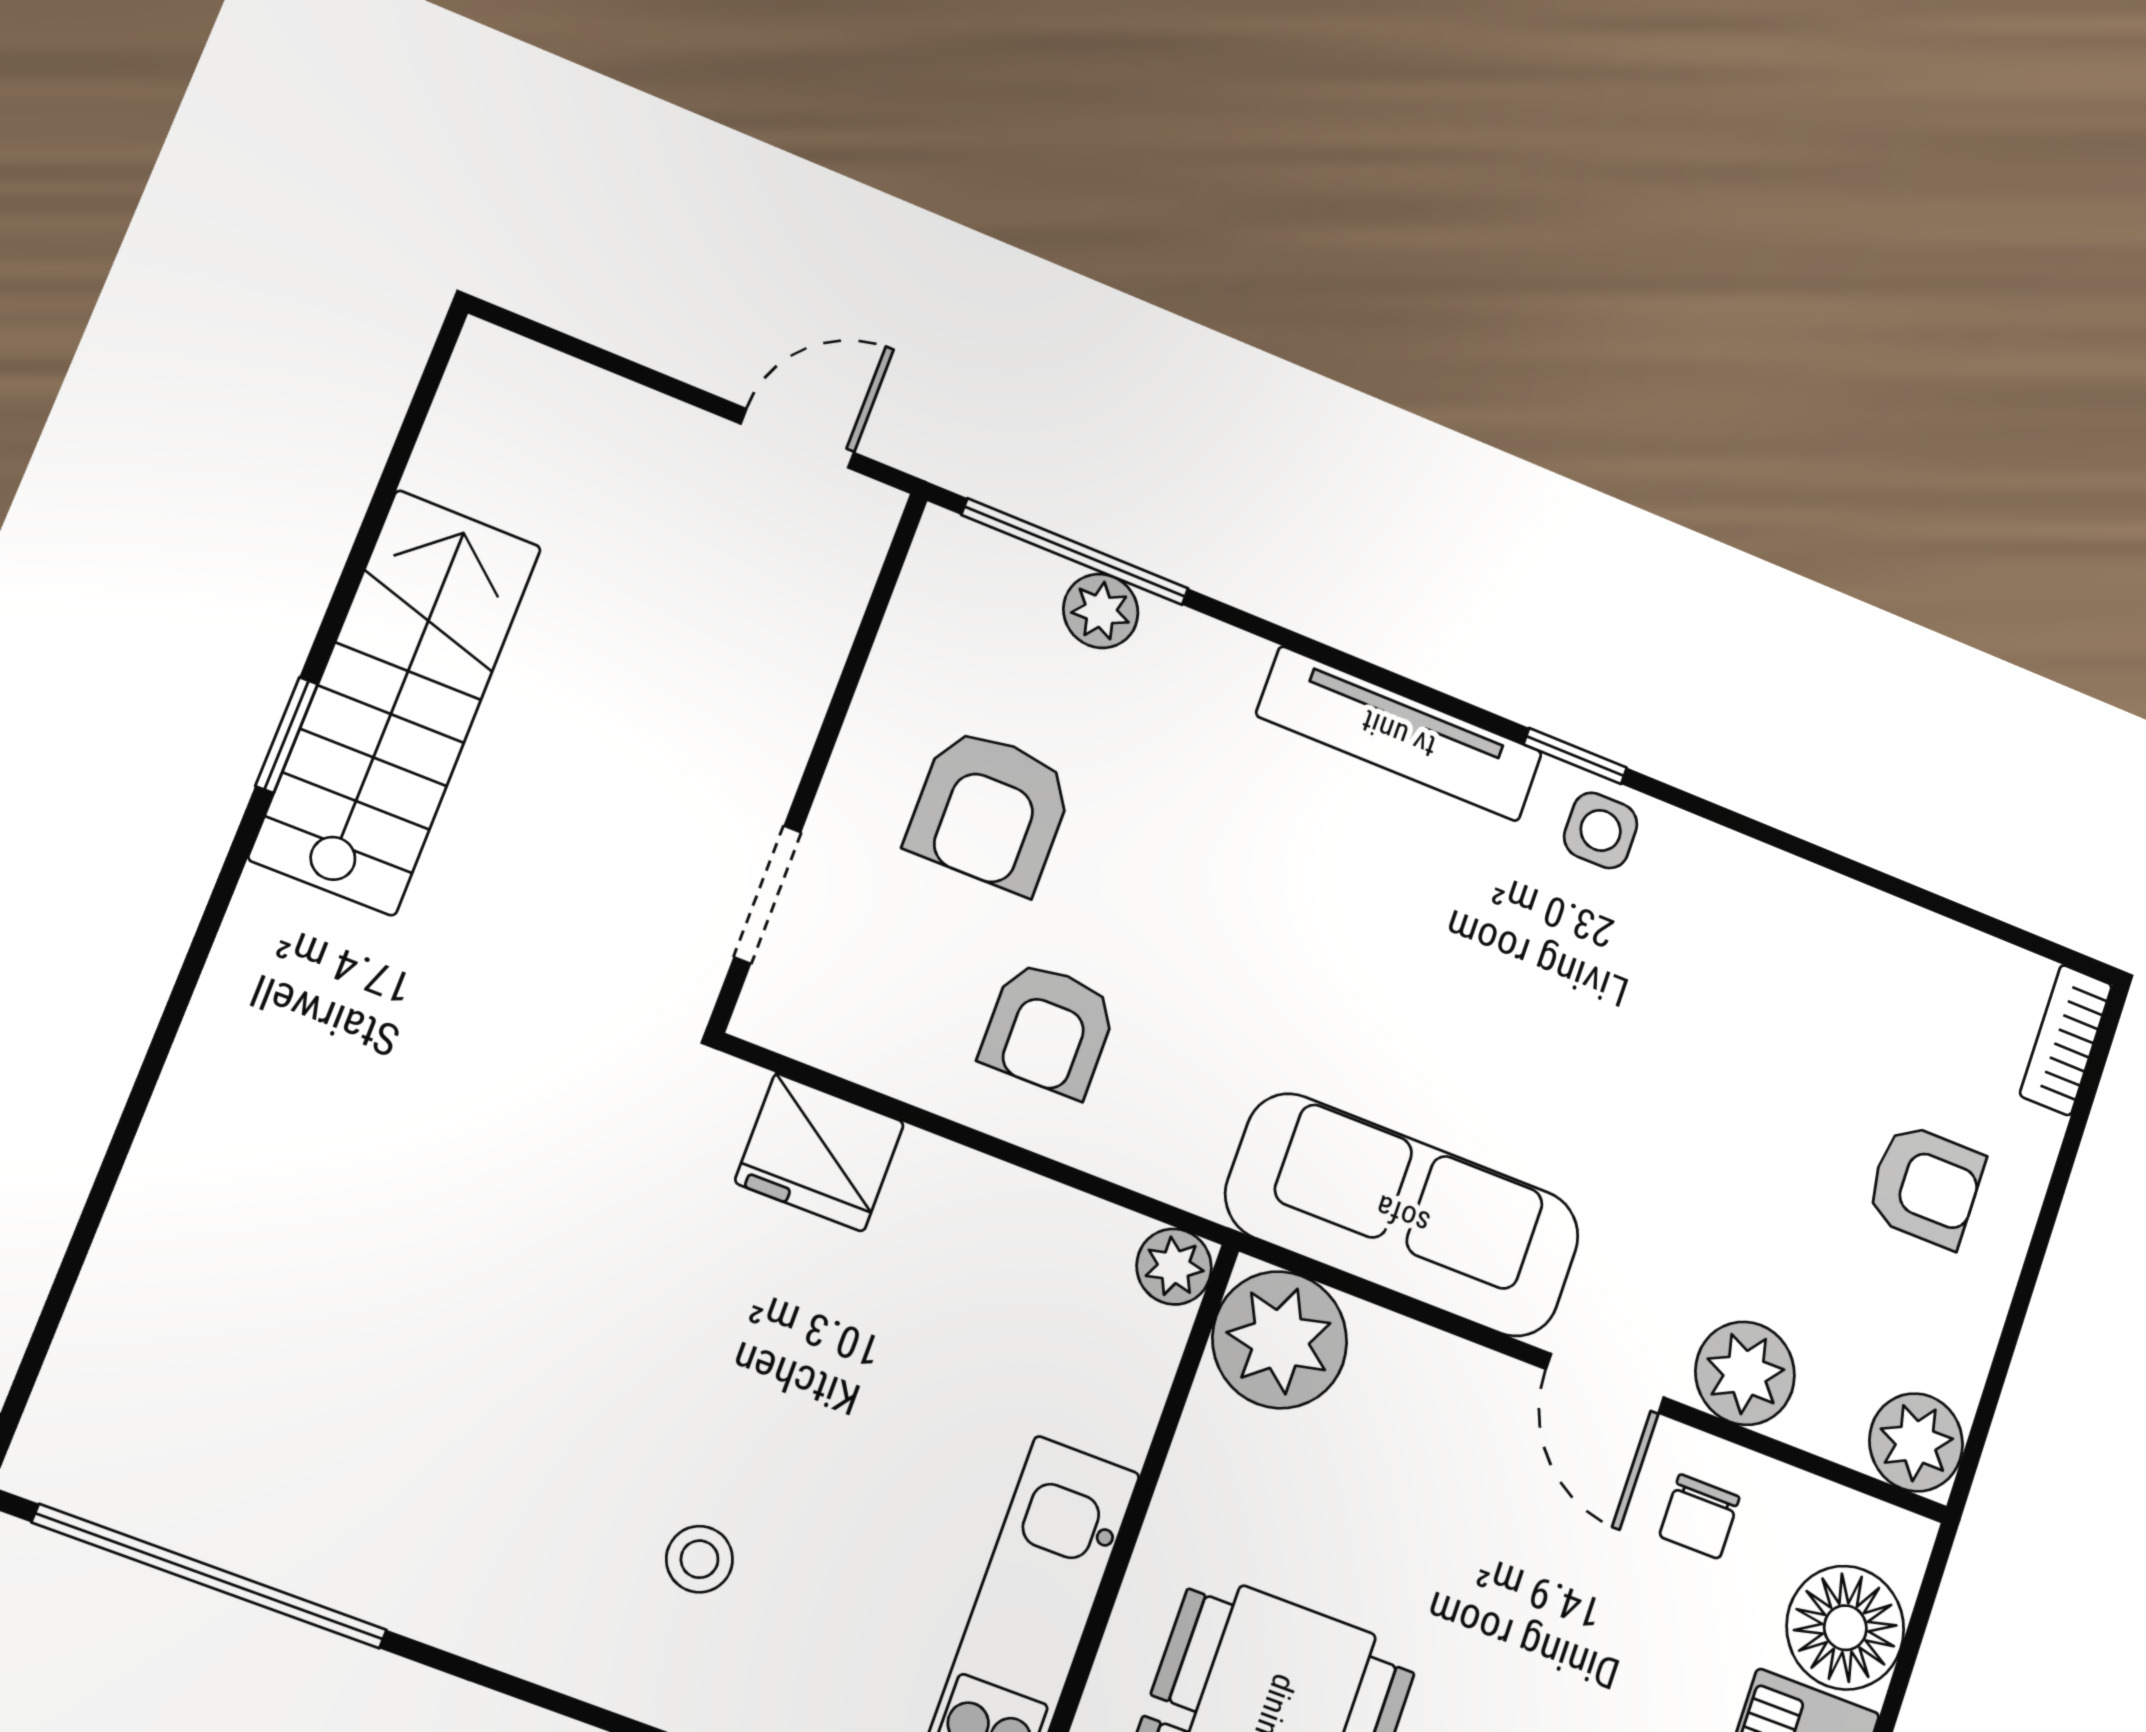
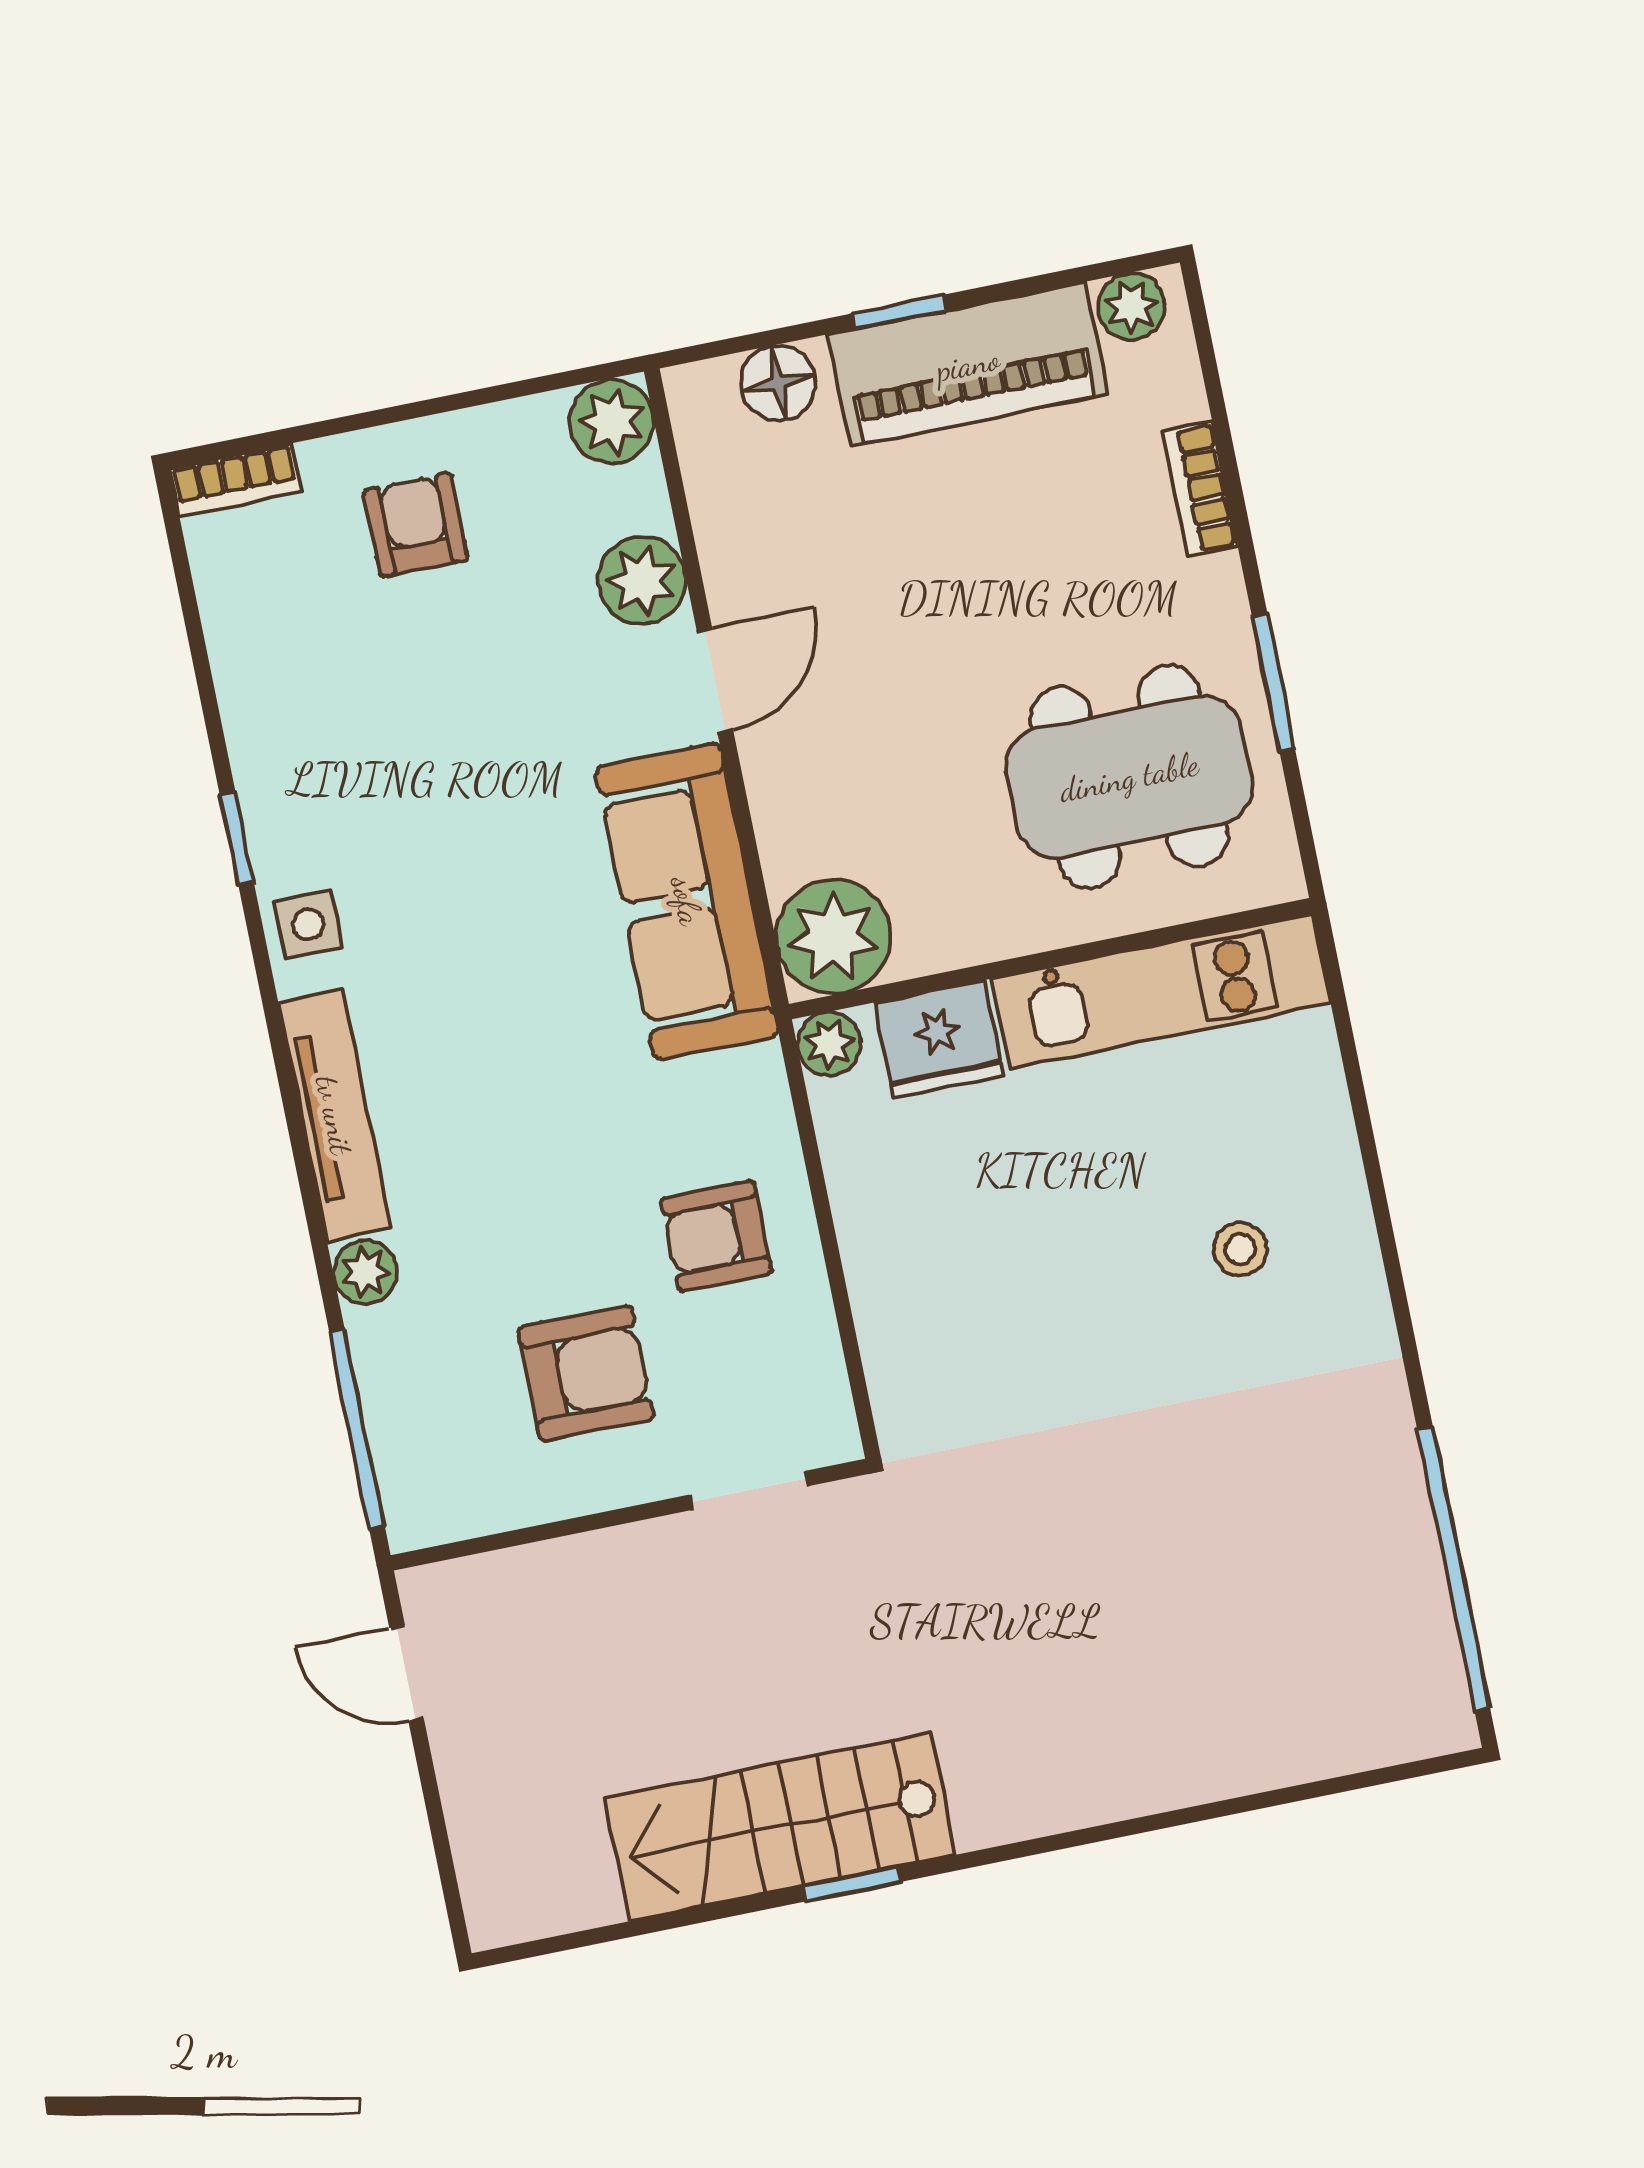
plant: (1101, 611) -> (365, 1272), moved
window: (1575, 756) -> (237, 838), moved
armchair: (1049, 1029) -> (716, 1236), turned 180
fridge: (819, 1152) -> (939, 1039), moved, turned 90
chair: (1699, 1517) -> (768, 554), removed
floor lamp: (1845, 1628) -> (778, 383), width x0.73, depth x0.73

